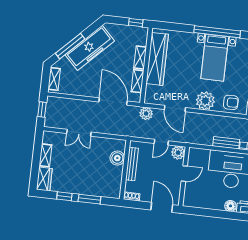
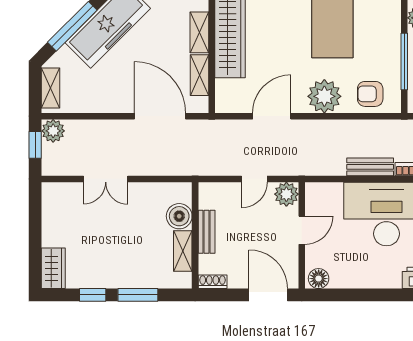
armchair: (231, 102) -> (370, 94), turned 180
door: (175, 108) -> (272, 116), swing flipped
plant: (146, 113) -> (53, 131), moved
shelving: (45, 155) -> (183, 251), moved
bench: (132, 164) -> (207, 232), width x0.73
floor lamp: (230, 206) -> (319, 279), moved

